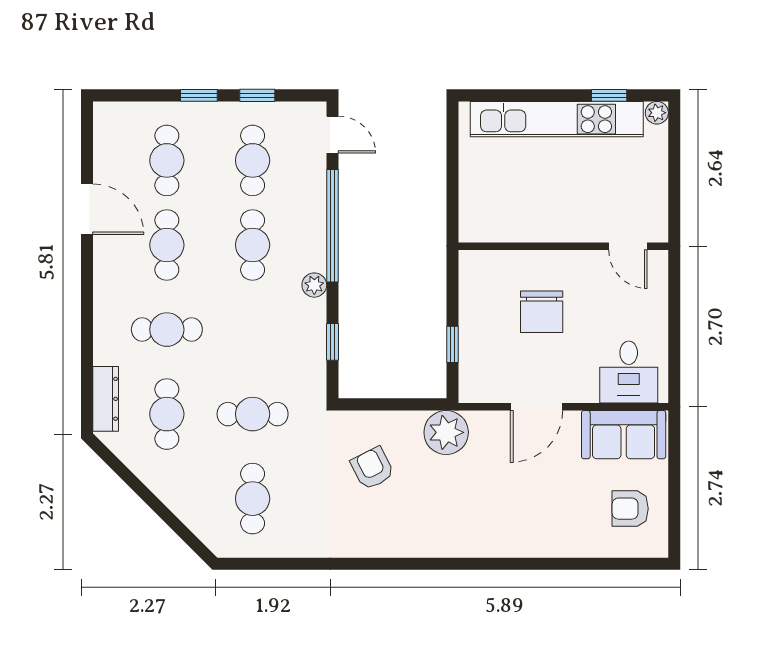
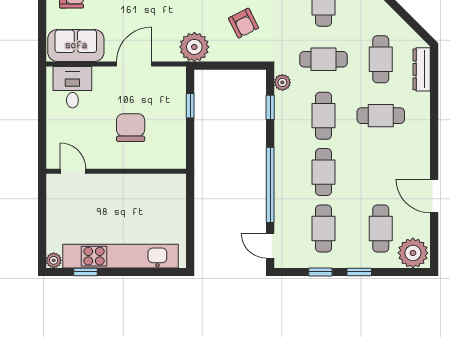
plant: (119, 124) -> (413, 253), added
cafe table: (167, 245) -> (324, 116), moved
plant: (314, 285) -> (282, 82), moved

